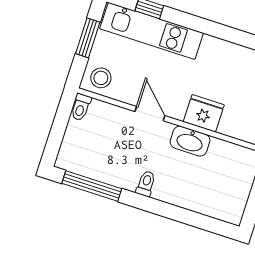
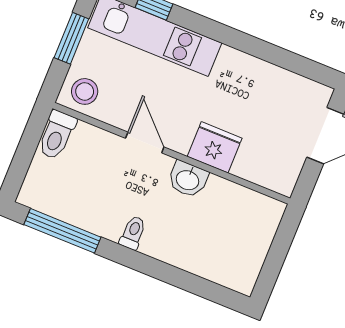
toilet: (81, 107) -> (57, 135), width x1.37, depth x1.39
washbasin: (190, 141) -> (188, 179), width x0.72

